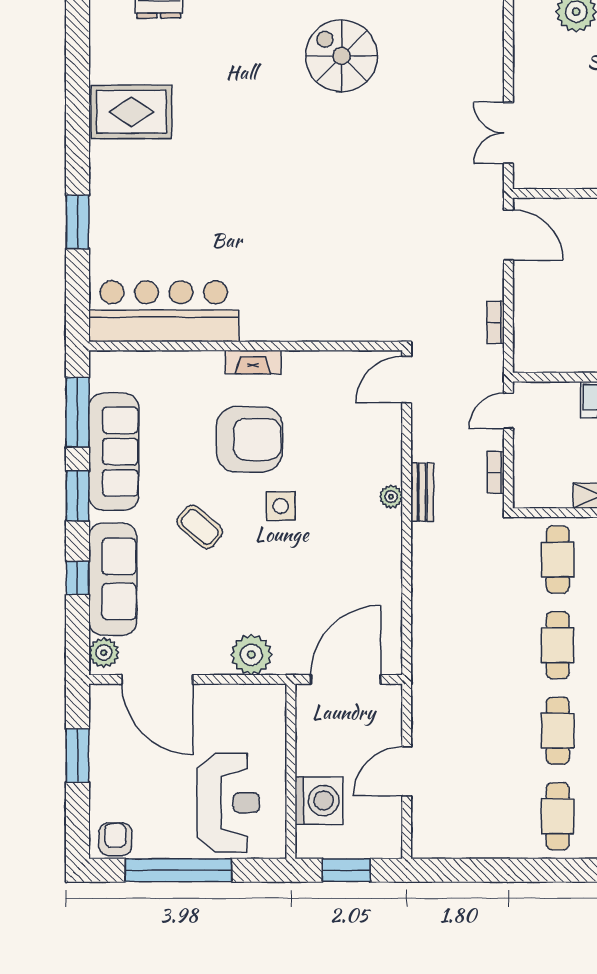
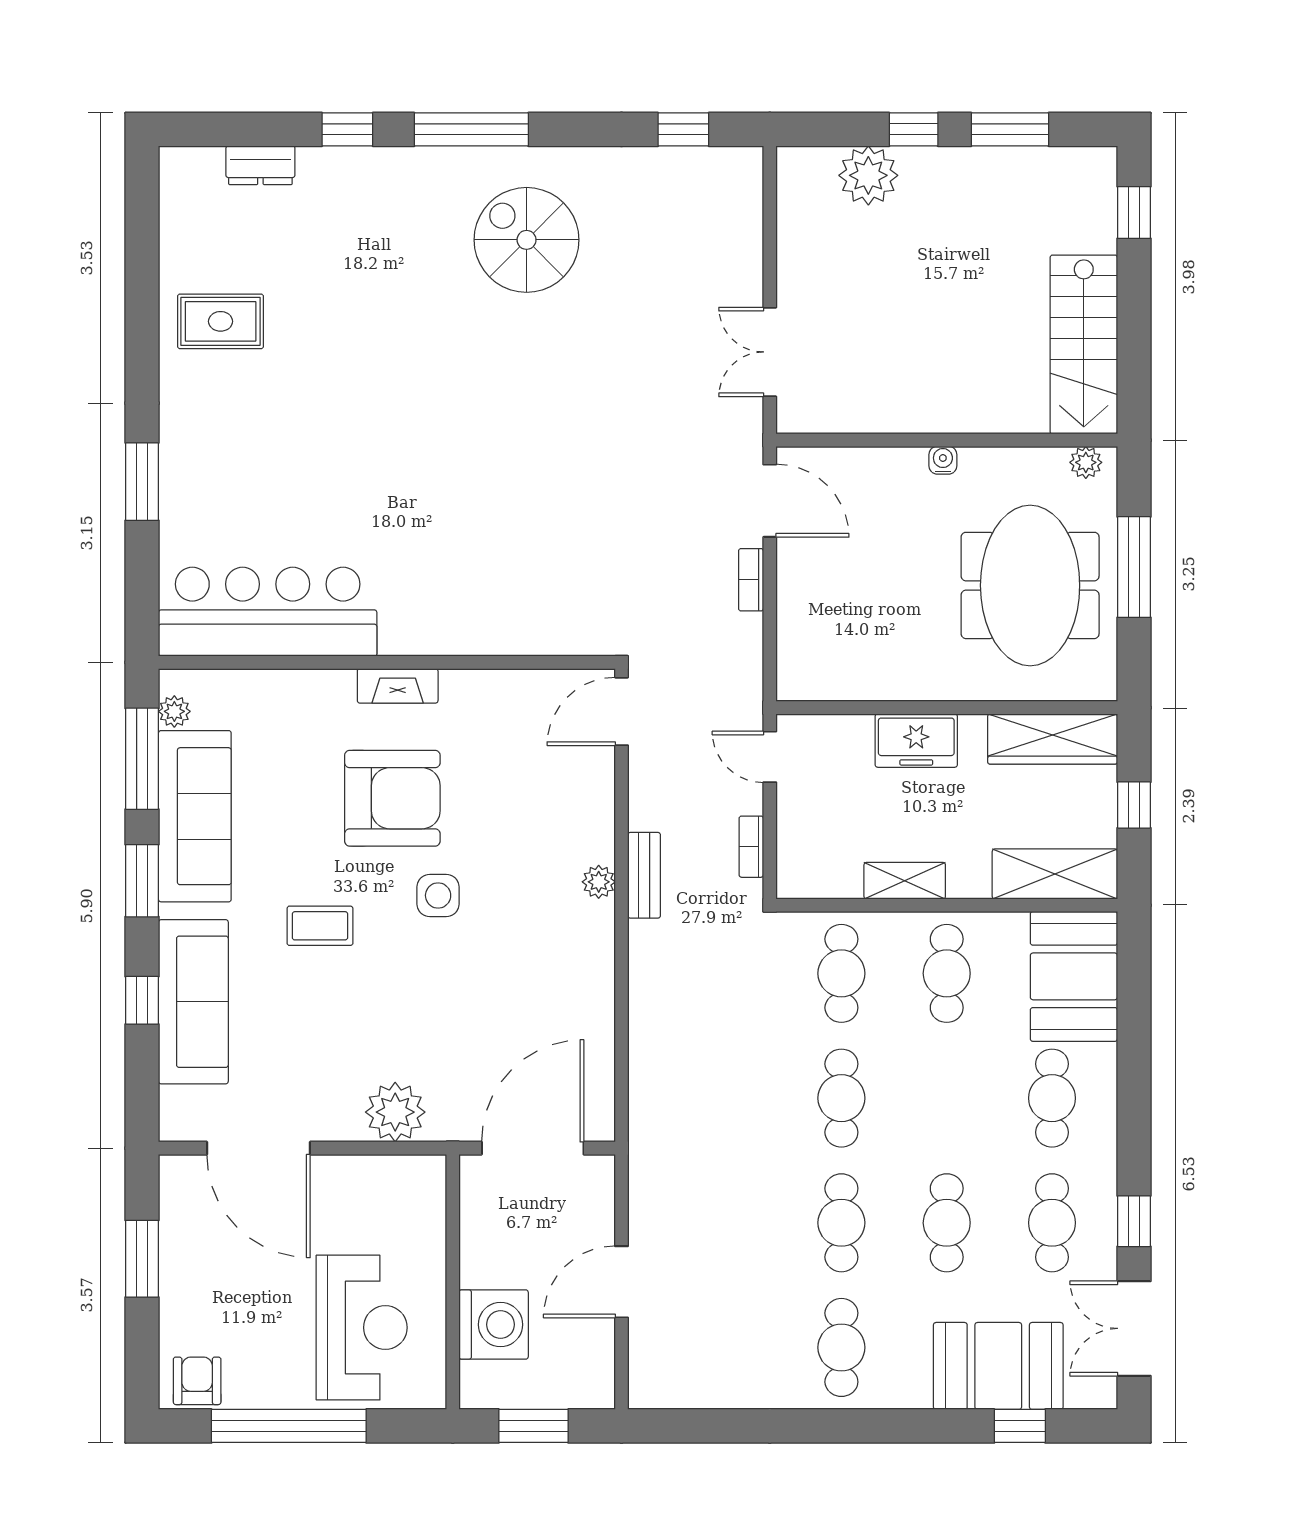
rug: (131, 112) -> (221, 321), width x0.73, depth x0.70
bookcase: (496, 322) -> (751, 580), moved
door: (508, 411) -> (770, 757), hinge flipped
coffee table: (200, 527) -> (320, 926), turned -41
plant: (104, 653) -> (174, 711), moved, width x0.73, depth x0.73

